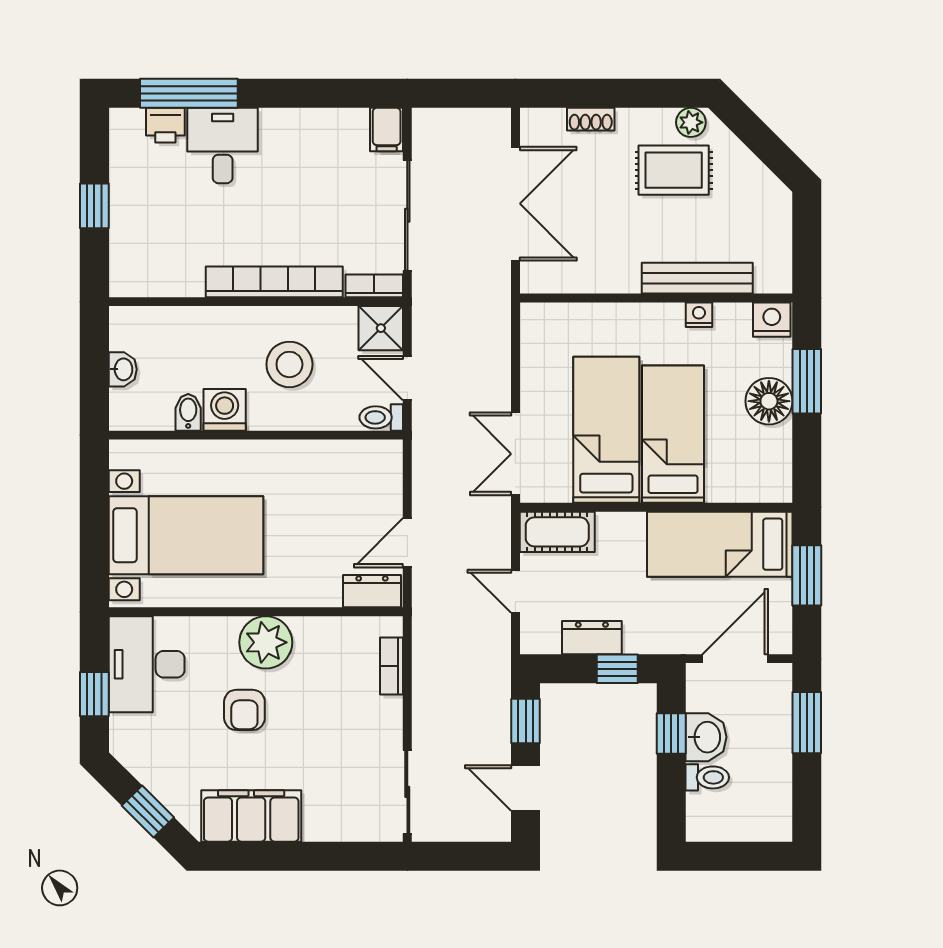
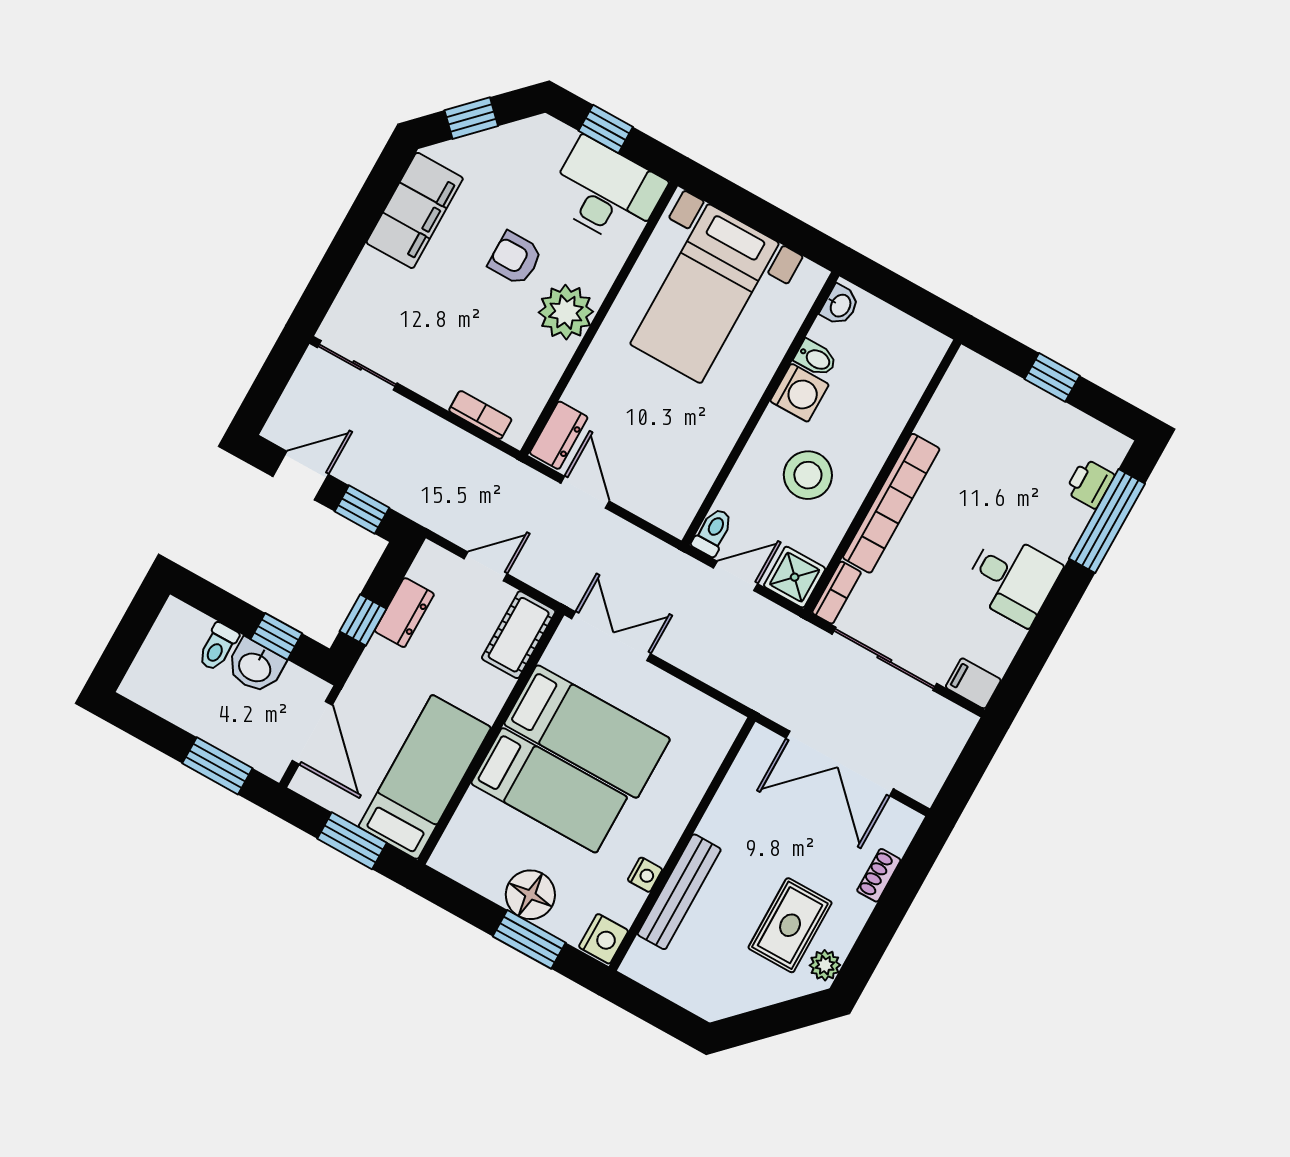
desk: (223, 146) -> (1012, 579), moved
washbasin: (123, 369) -> (840, 305), moved, turned -90

